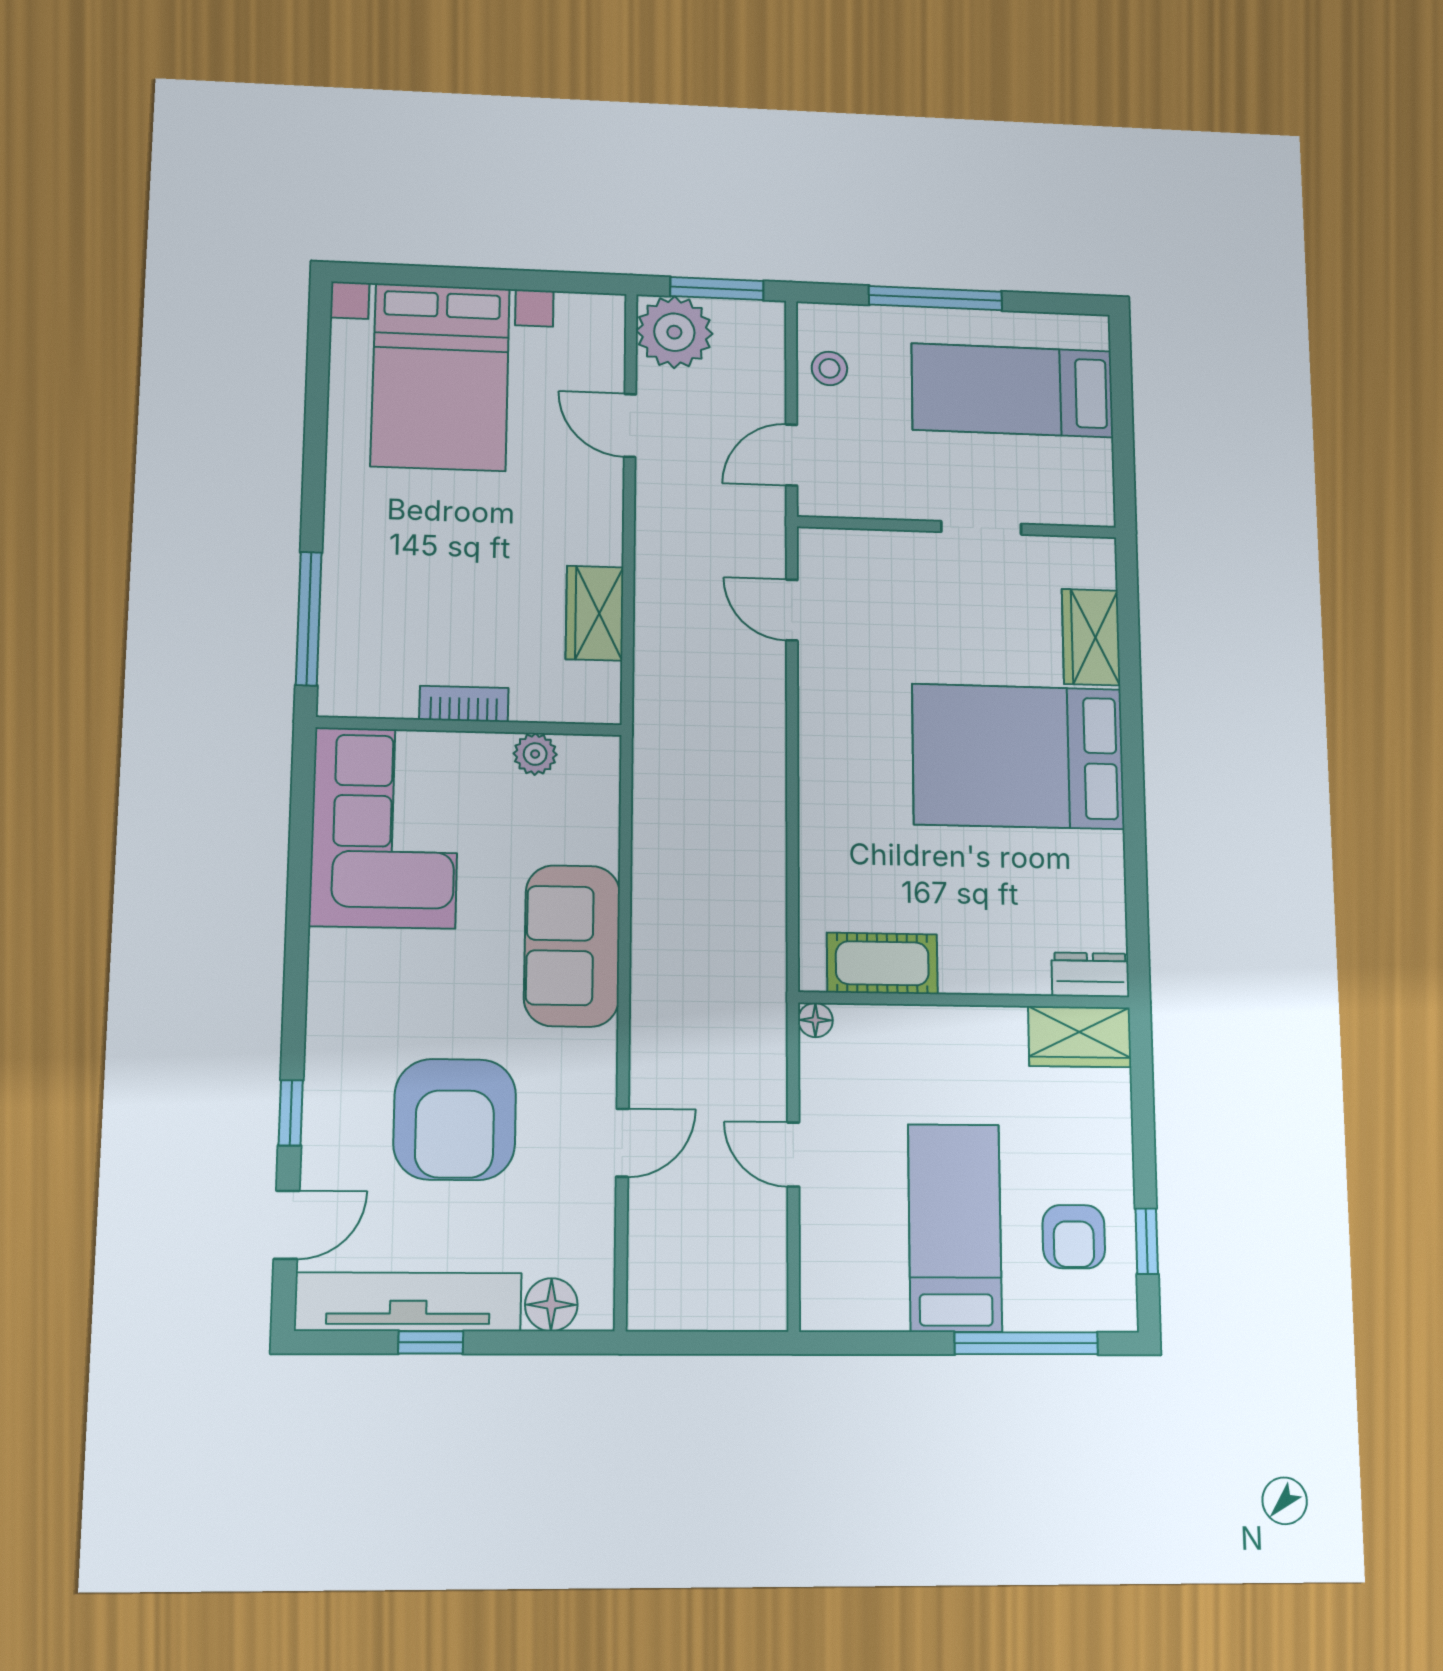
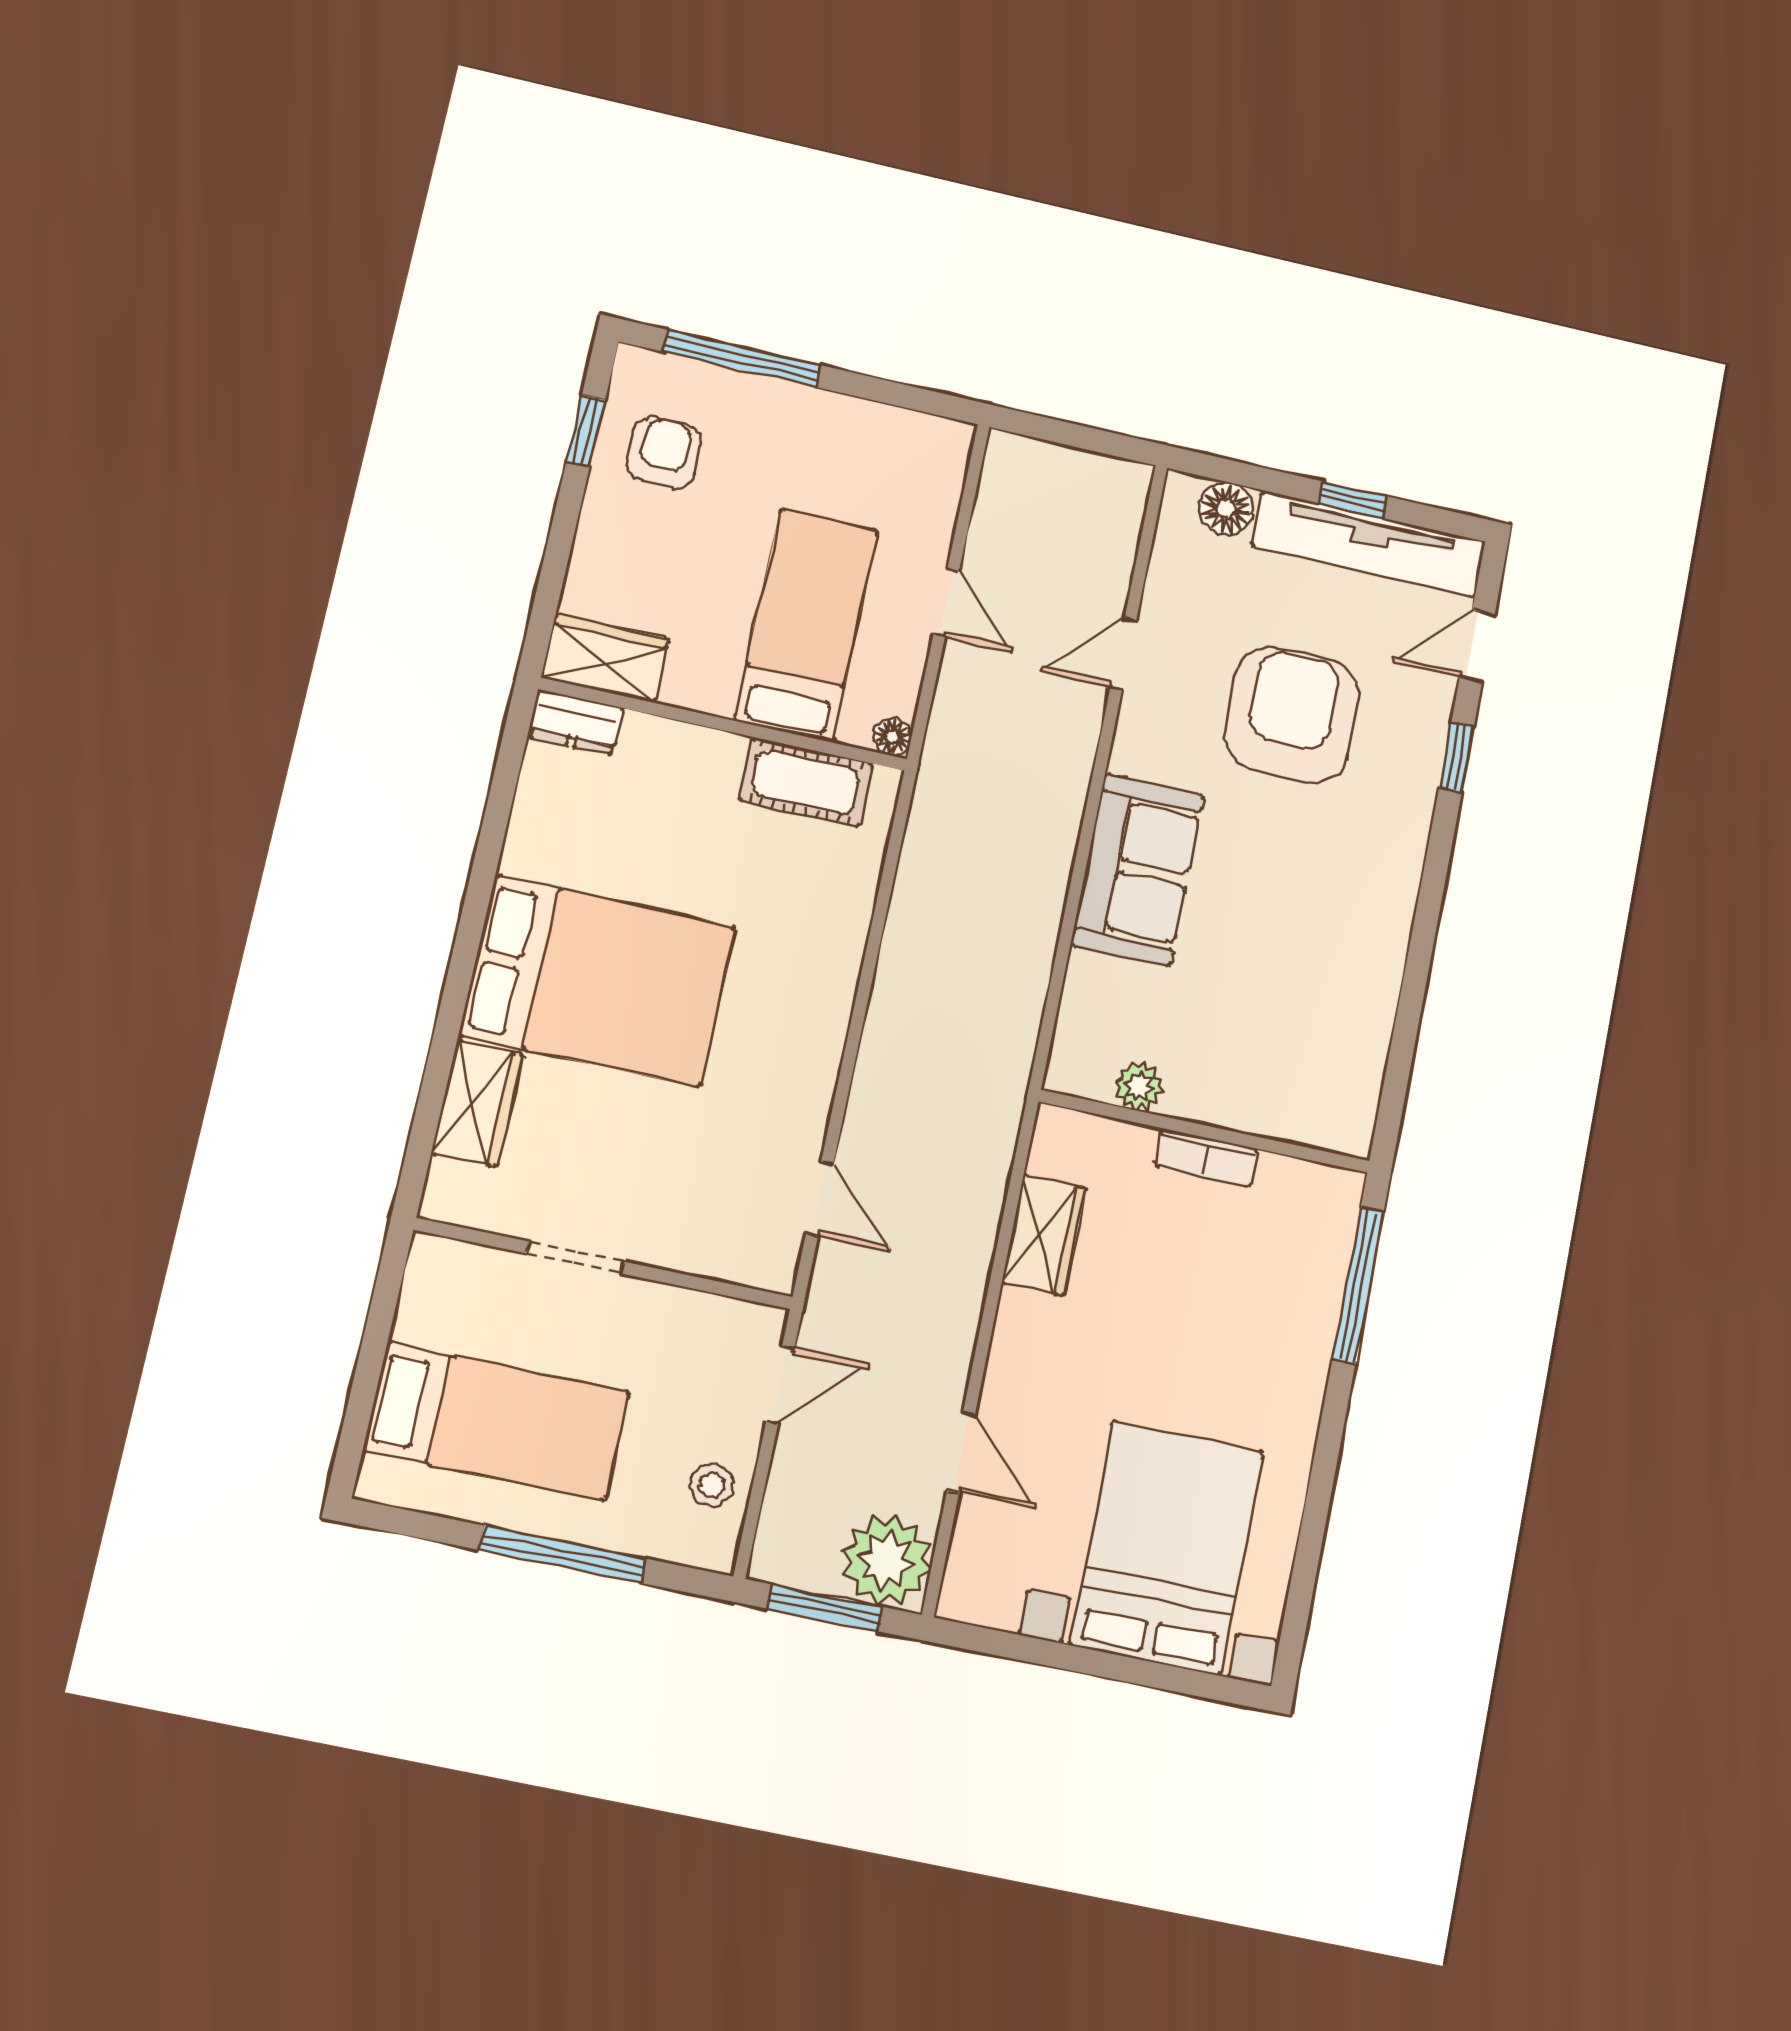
corner sofa: (385, 828) -> (1313, 1036), removed
bed: (955, 1228) -> (806, 625), moved, turned 180

